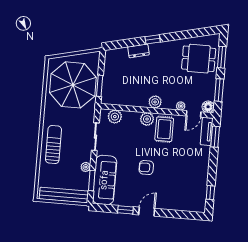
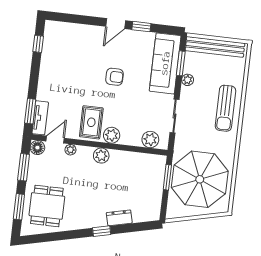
dining table: (199, 59) -> (47, 206), turned 90

